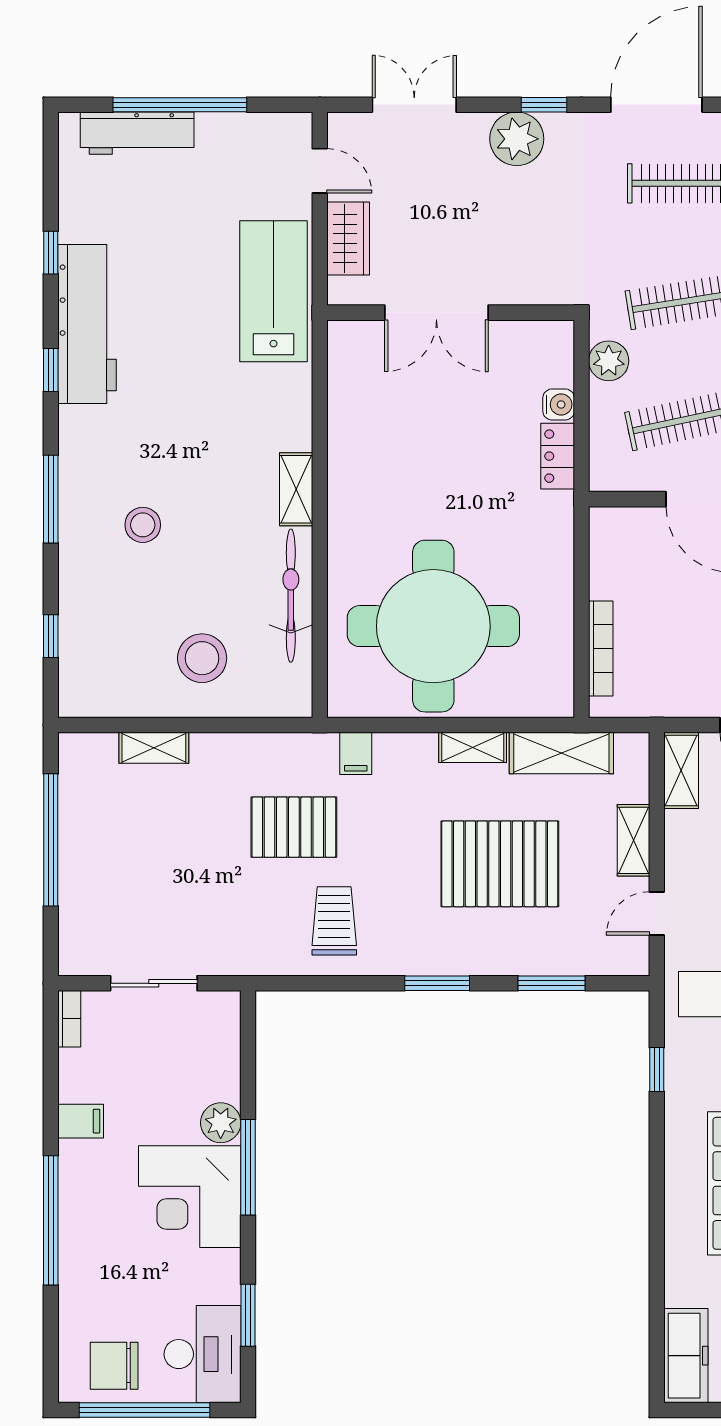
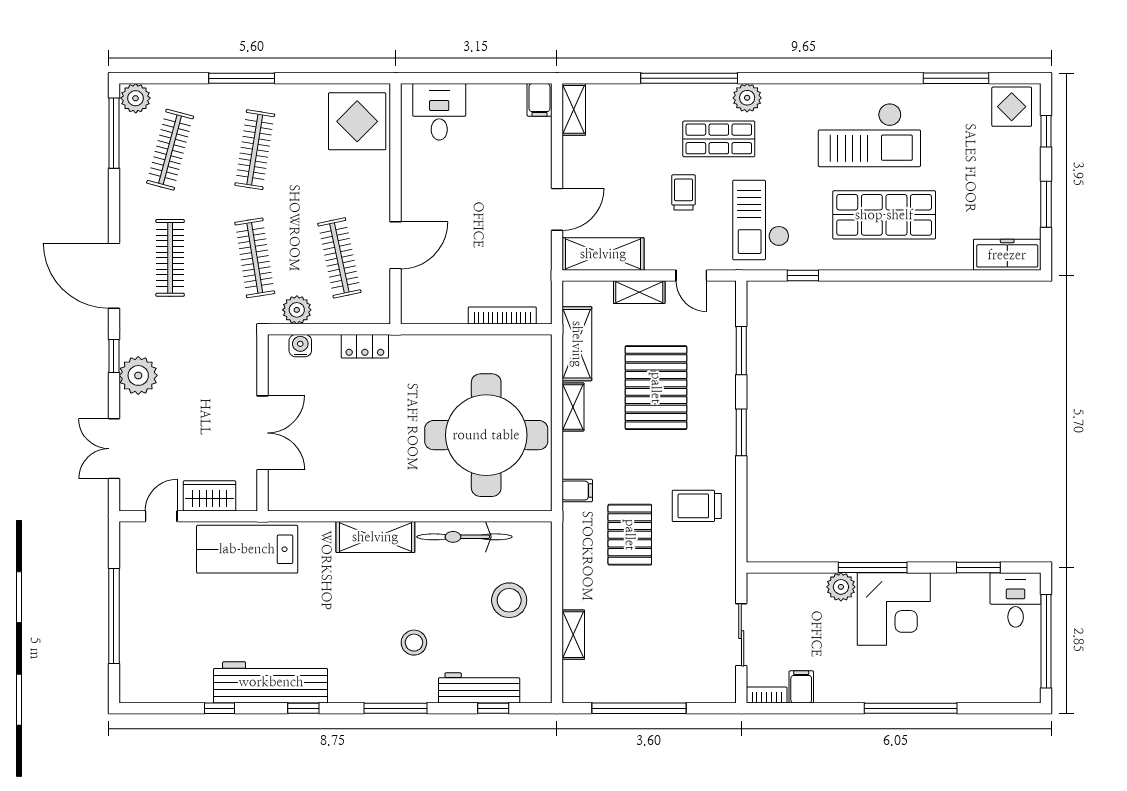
workbench: (137, 133) -> (479, 688), moved, turned -90
water cooler: (559, 404) -> (300, 346), moved
shelving: (296, 489) -> (375, 537), width x1.50, depth x1.33
shelving: (681, 770) -> (603, 254), width x1.50, depth x1.33
filing cabinet: (81, 1121) -> (801, 687), moved
desk: (202, 1354) -> (1016, 600), width x0.73
chair: (114, 1366) -> (1014, 663), removed

